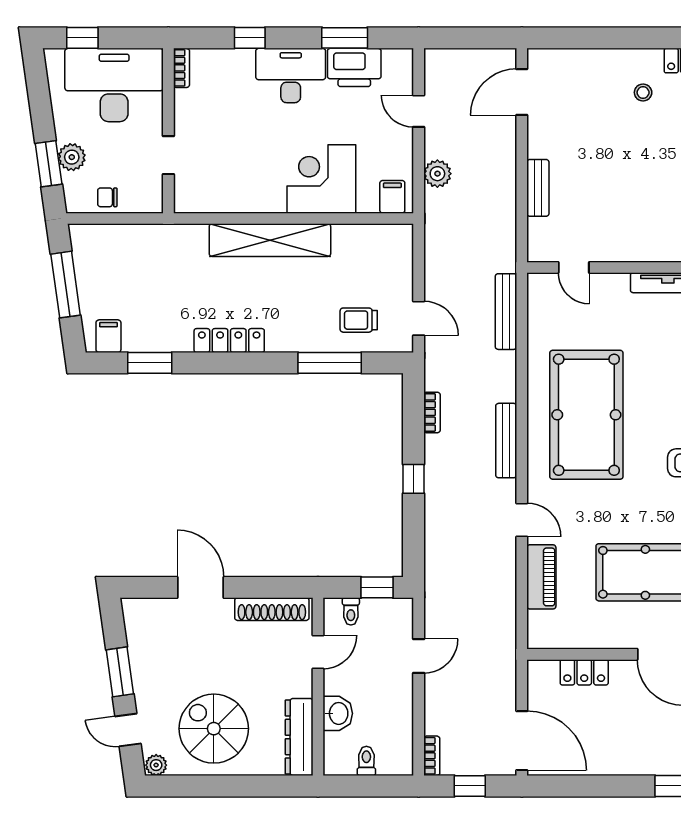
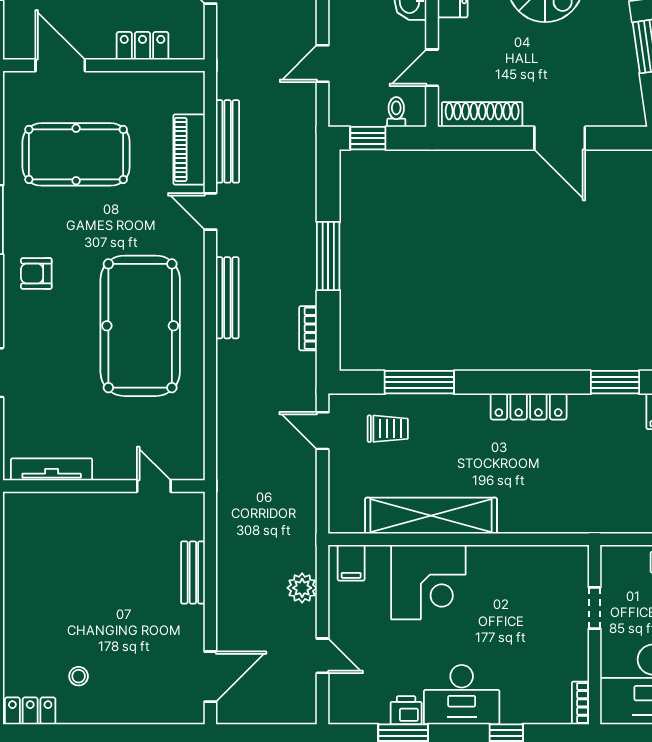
printer: (354, 67) -> (406, 710), width x0.53, depth x0.68
shelving: (270, 240) -> (431, 516), moved
bench: (506, 312) -> (228, 141), moved
window: (413, 479) -> (328, 256), width x2.17

